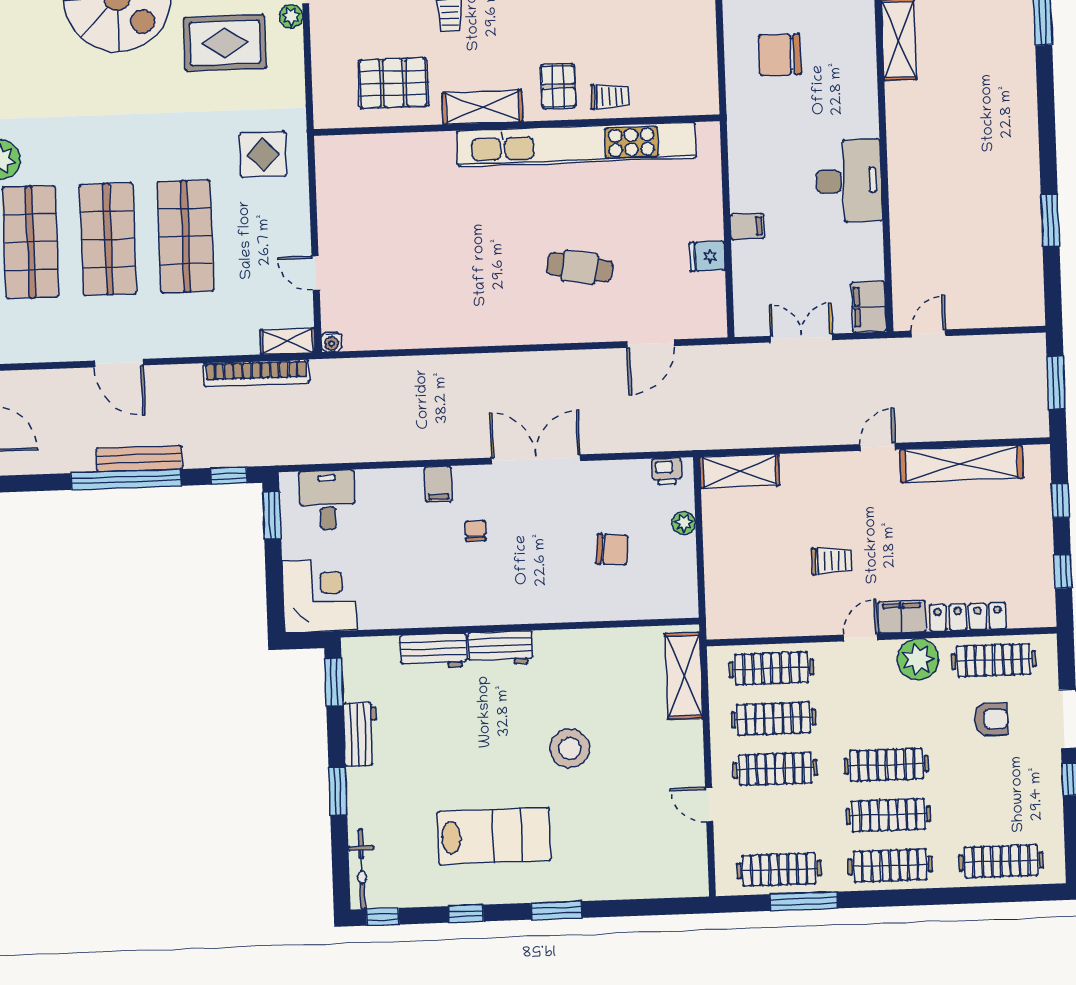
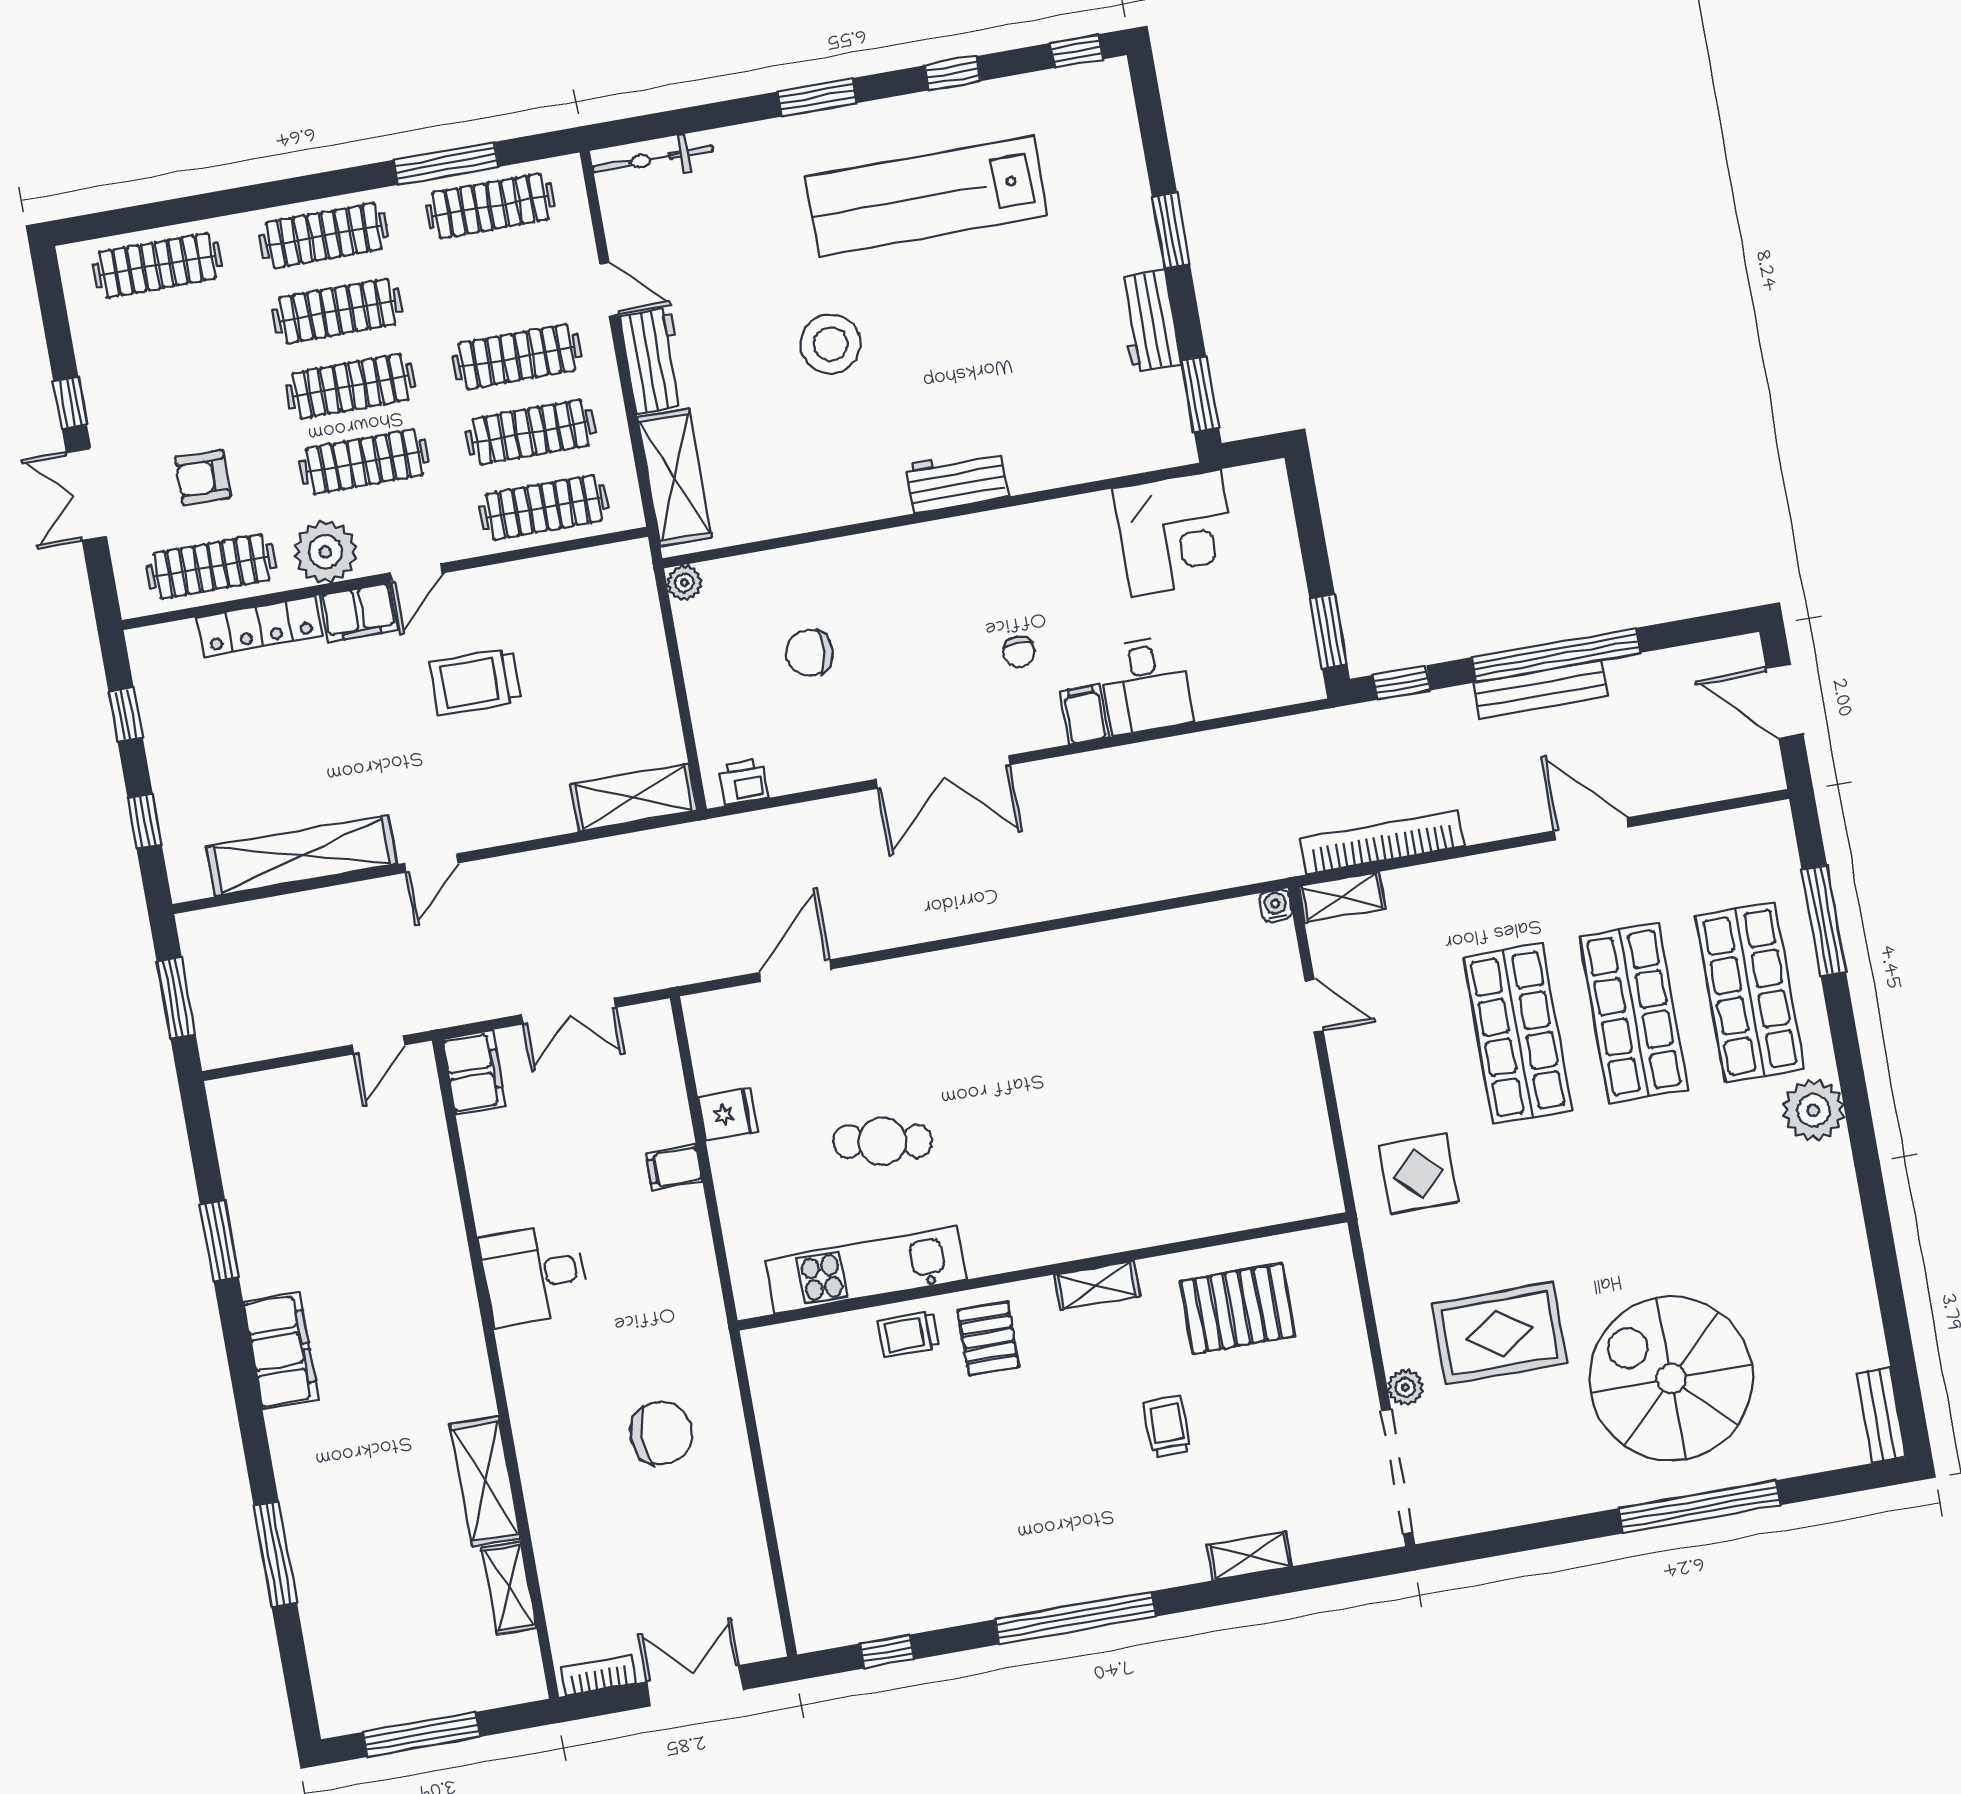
shelving: (482, 107) -> (1097, 1285), width x0.67, depth x0.75
filing cabinet: (1020, 143) -> (281, 1351), added
kitchen unit: (577, 144) -> (866, 1270), width x0.54
desk: (849, 181) -> (534, 1275), width x0.73
cafe table: (580, 267) -> (883, 1141), moved
desk: (327, 500) -> (1146, 685), moved
plant: (684, 523) -> (684, 583), moved
trolley: (832, 561) -> (475, 682), width x1.36, depth x1.39
corner desk: (319, 595) -> (1176, 533), moved, turned -90
workbench: (433, 651) -> (653, 360), moved, turned 90
clothes rail: (885, 715) -> (364, 462), added
lab bench: (494, 836) -> (926, 196), width x1.36
bicycle: (362, 869) -> (653, 159), moved, turned -90

